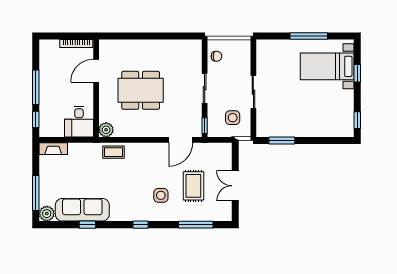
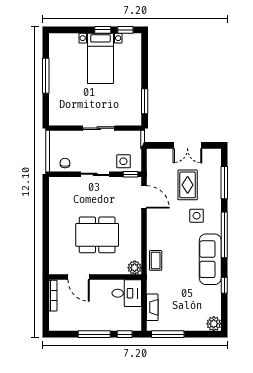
bed with nightstands: (327, 66) -> (100, 58), moved
window: (357, 73) -> (103, 30), moved
dining table: (141, 90) -> (97, 235), turned 90
side table: (233, 118) -> (123, 161), moved
fireplace: (53, 149) -> (152, 307), moved
rug: (193, 186) -> (188, 185), turned 90
window: (36, 193) -> (168, 334), moved
sofa: (82, 210) -> (210, 259), moved
window: (141, 225) -> (224, 235), width x3.17

